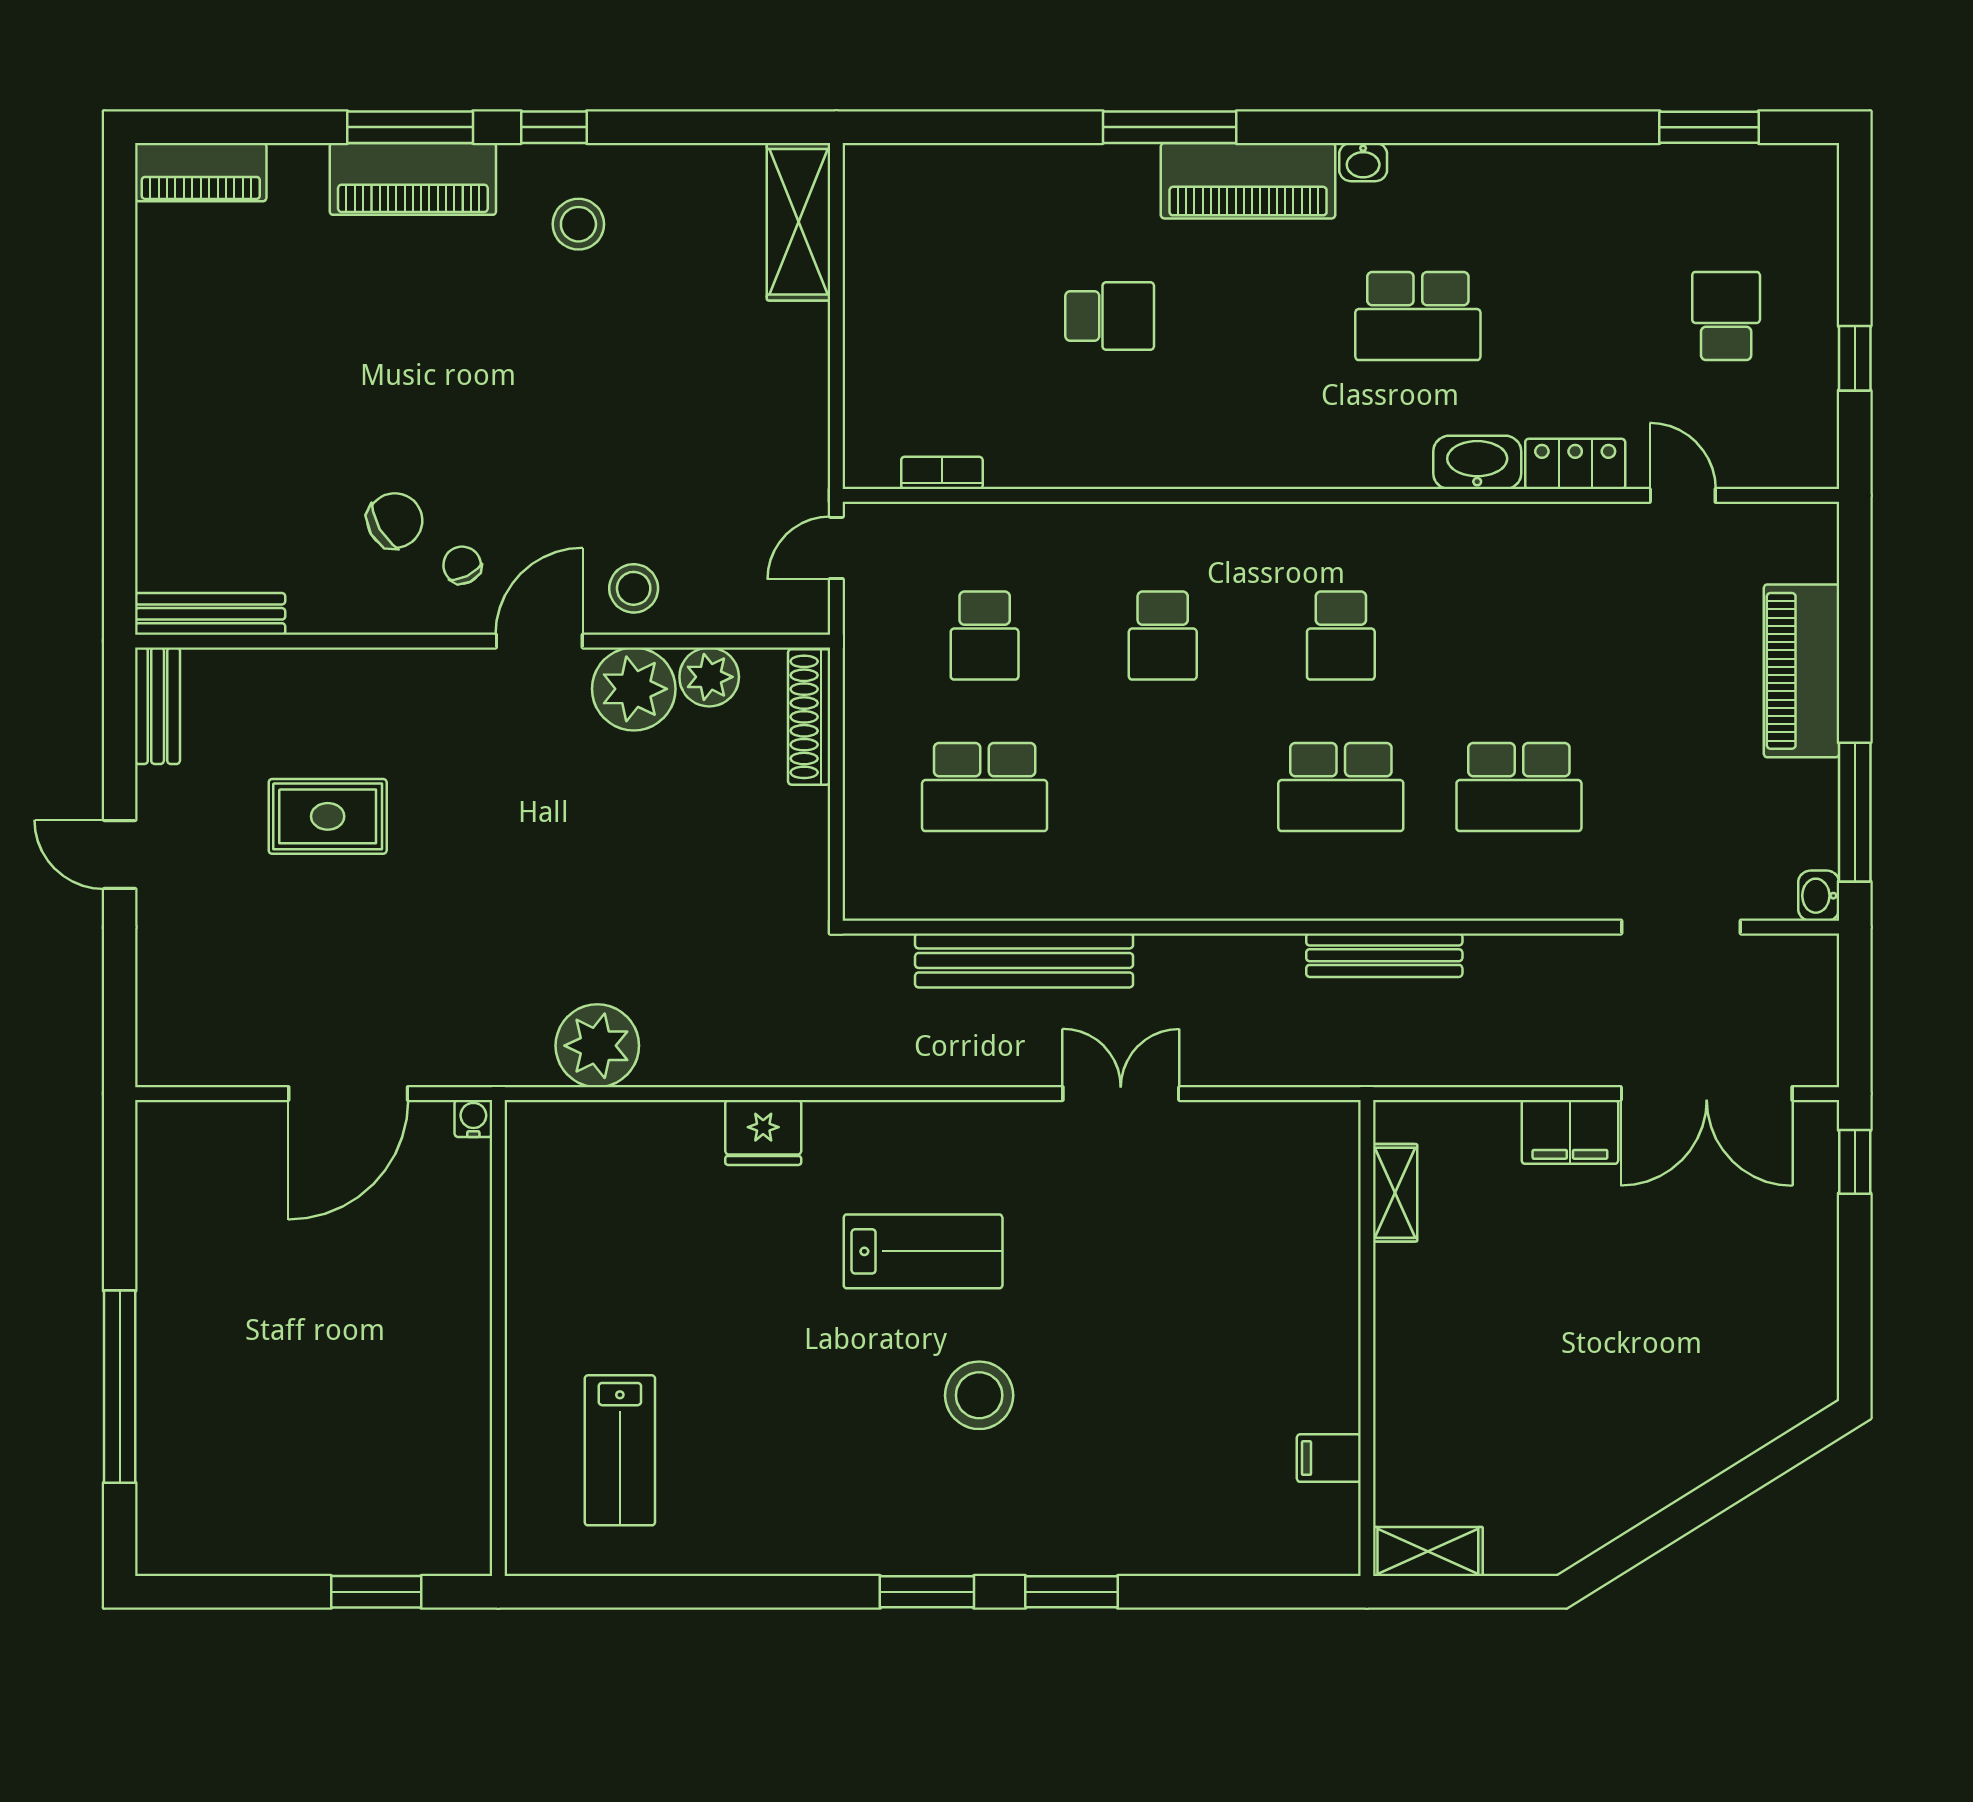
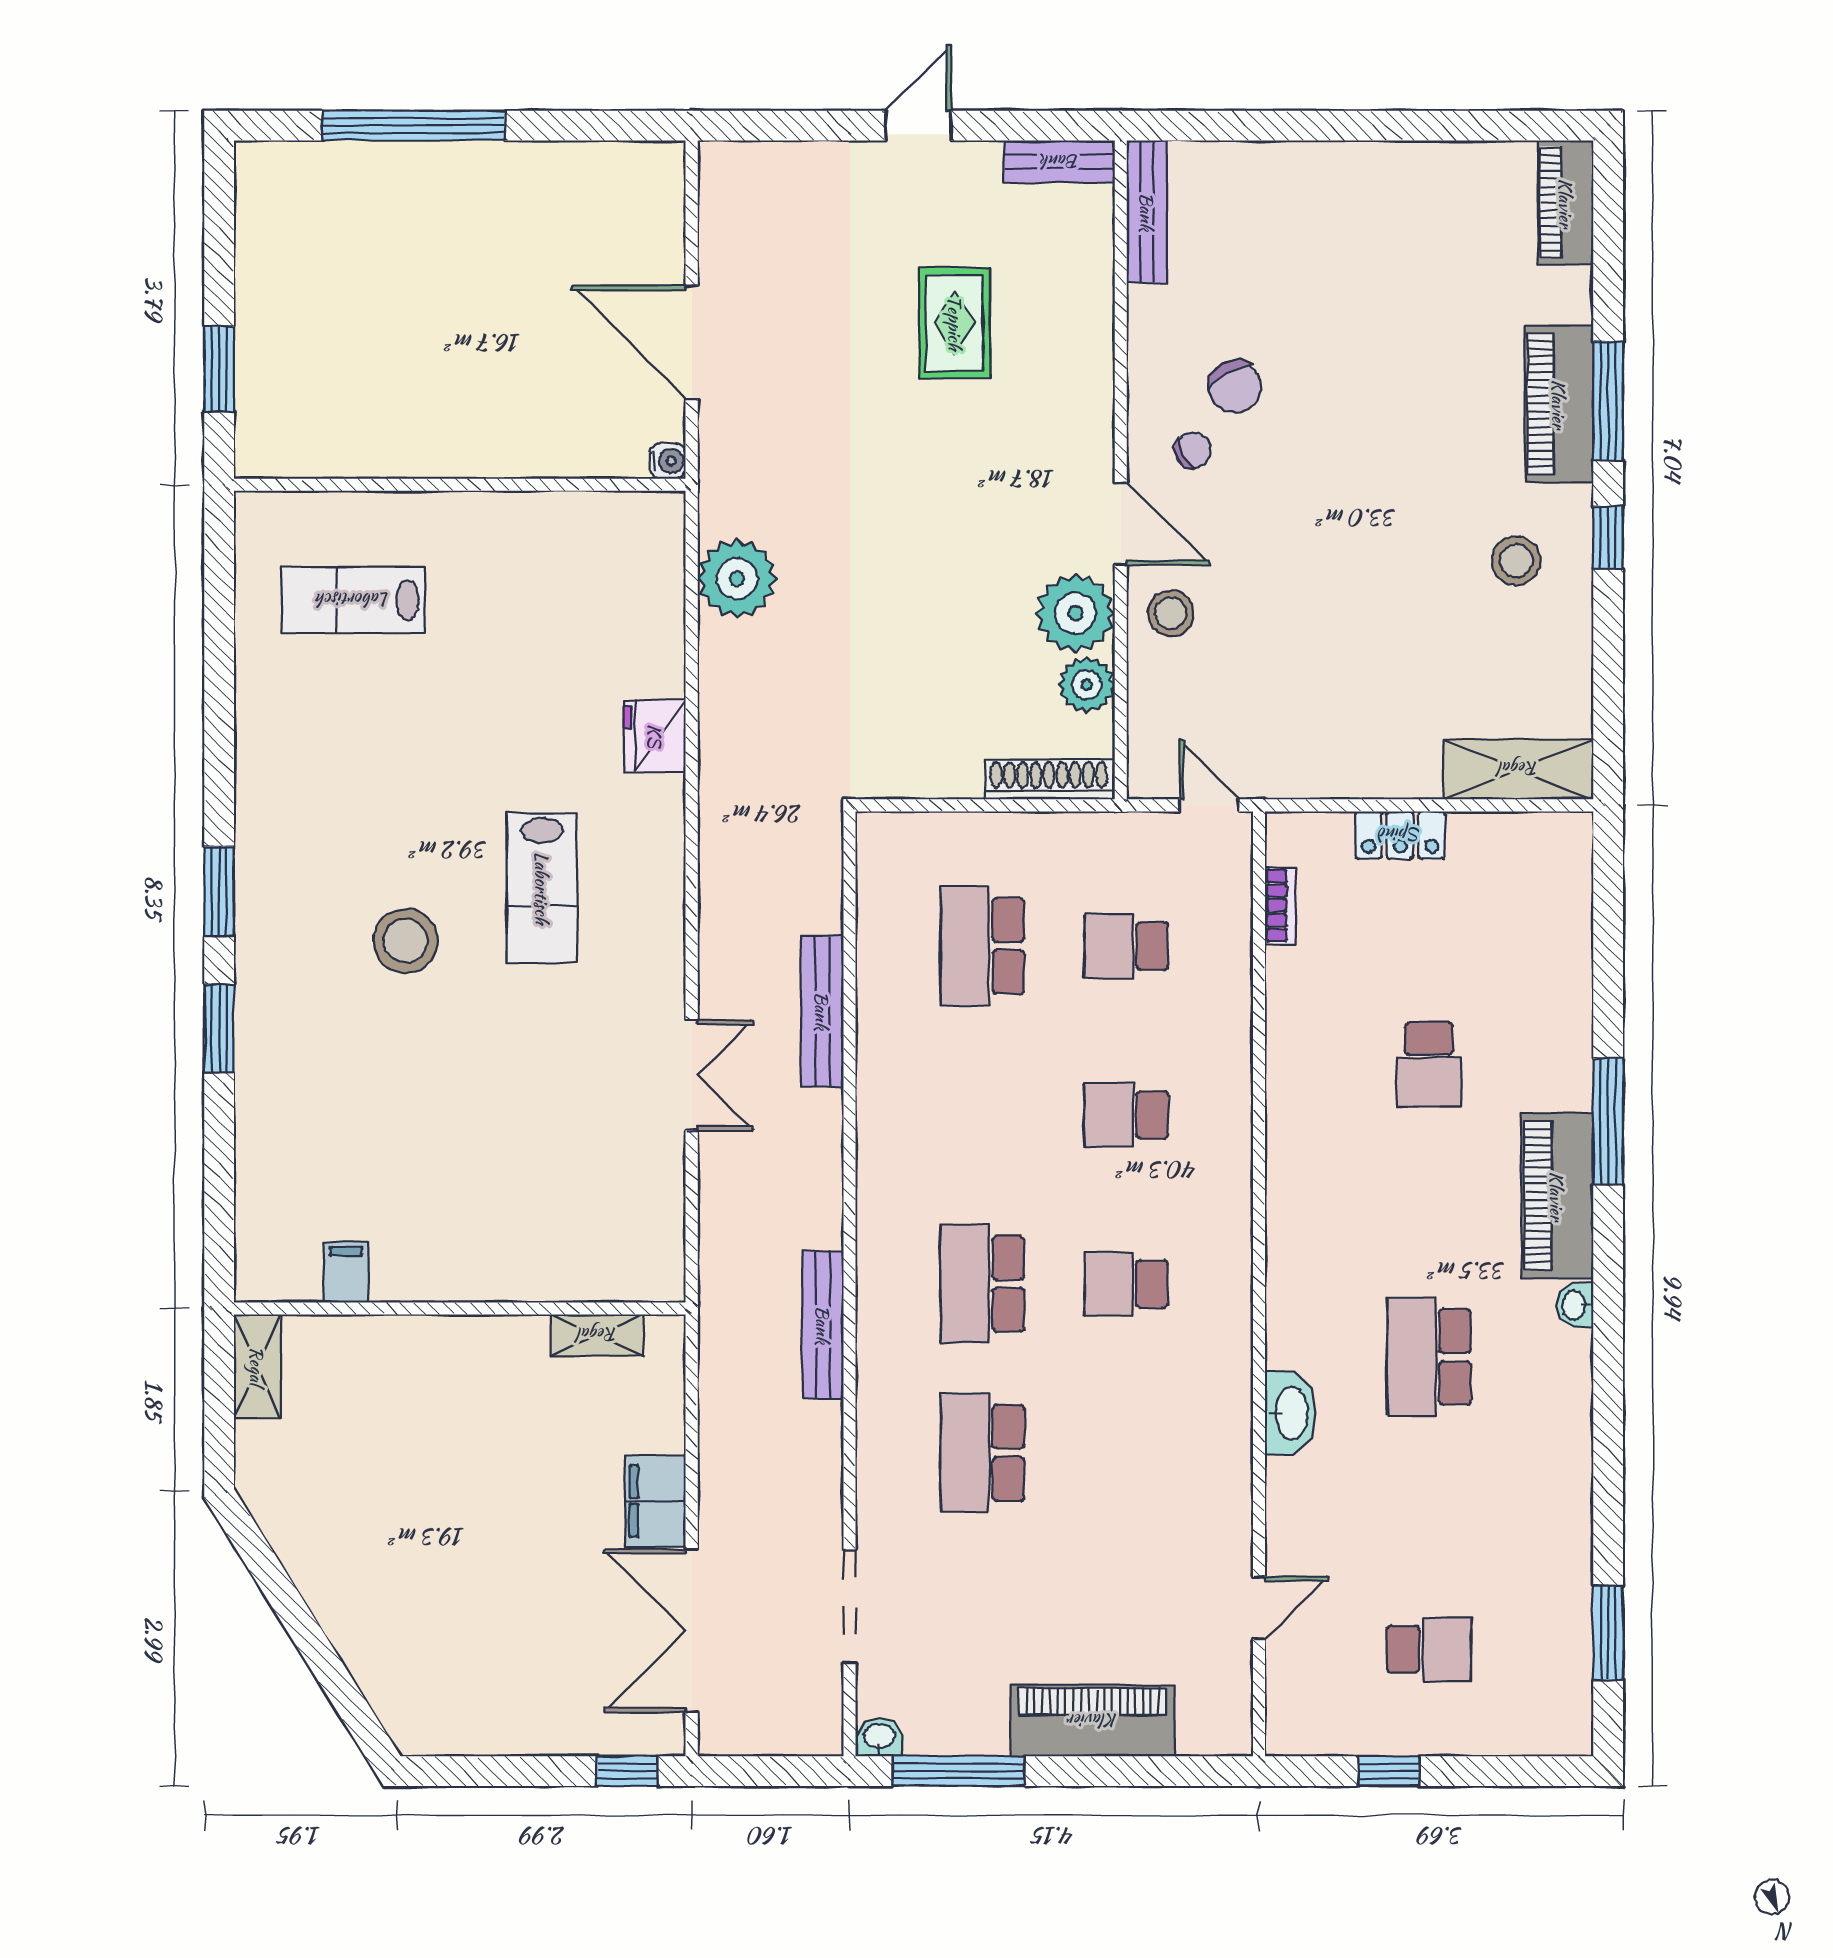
locker: (1575, 464) -> (1400, 835), moved, turned 90
bench: (1024, 960) -> (822, 1011), width x0.73, depth x0.82

